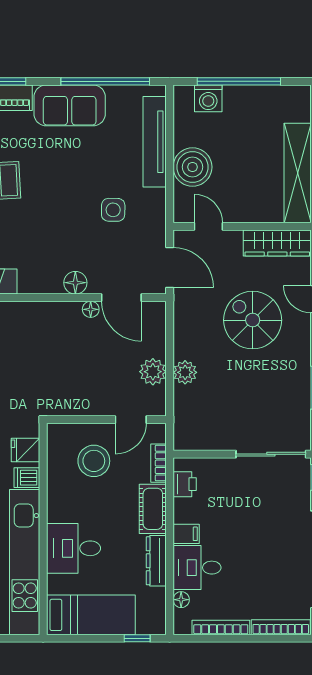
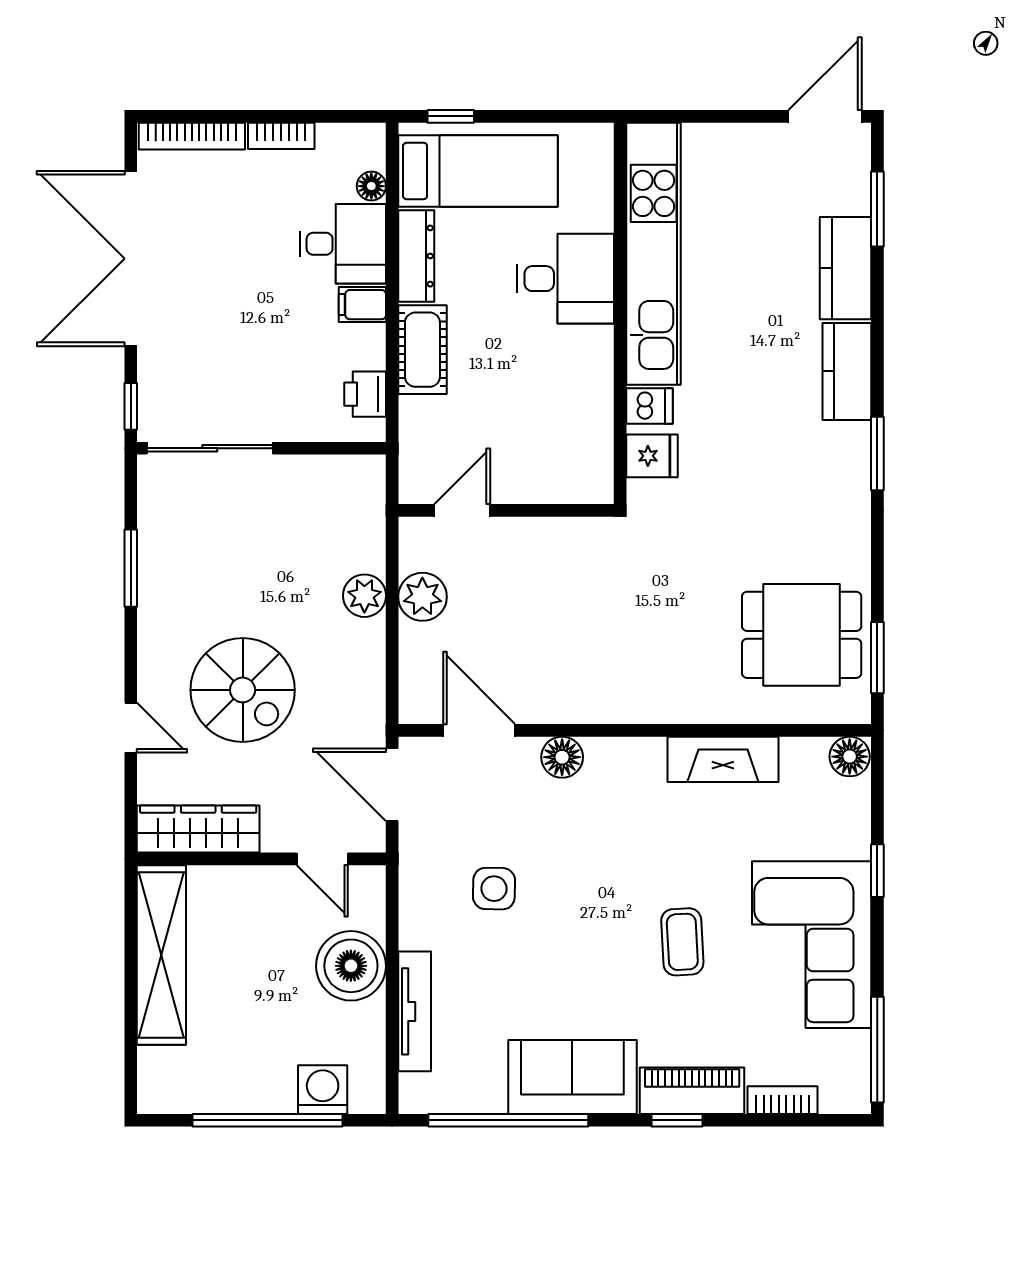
tv unit: (155, 142) -> (415, 1011), width x0.73, depth x0.78
floor lamp: (91, 309) -> (534, 709), removed
stool: (94, 461) -> (529, 436), removed
bookcase: (159, 463) -> (412, 432), removed
bed: (91, 615) -> (478, 171), moved, turned 180
bookcase: (221, 627) -> (281, 136), width x0.64

